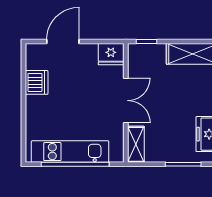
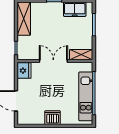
dishwasher: (37, 82) -> (53, 118), moved

